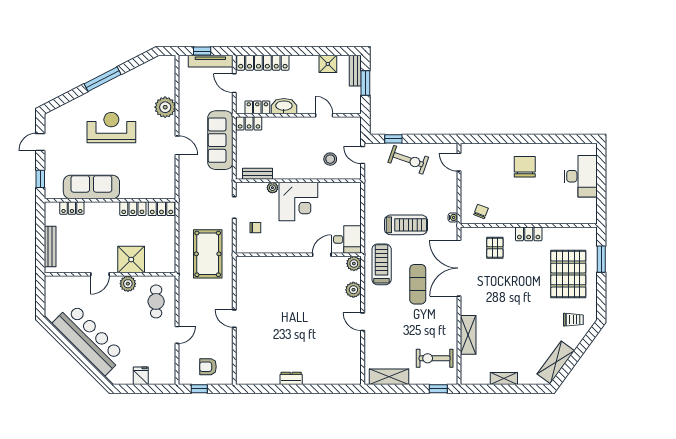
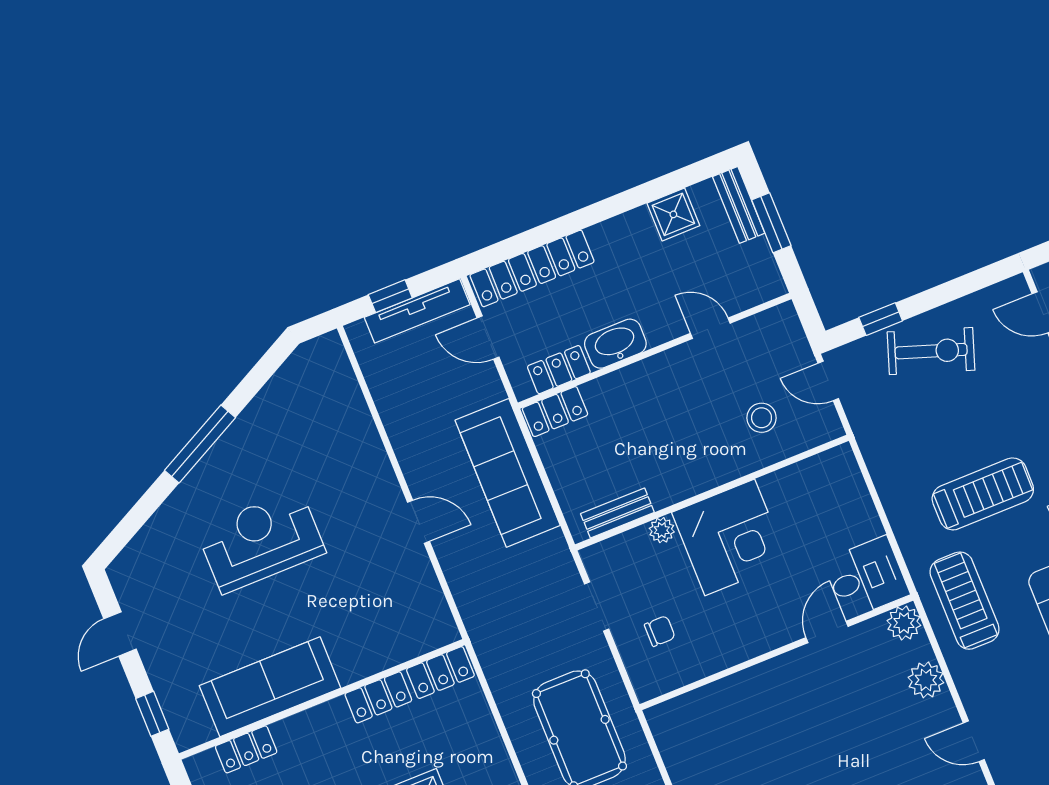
plant: (165, 107) -> (360, 450), removed

